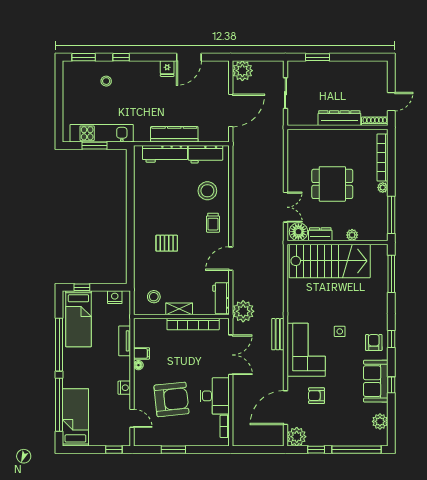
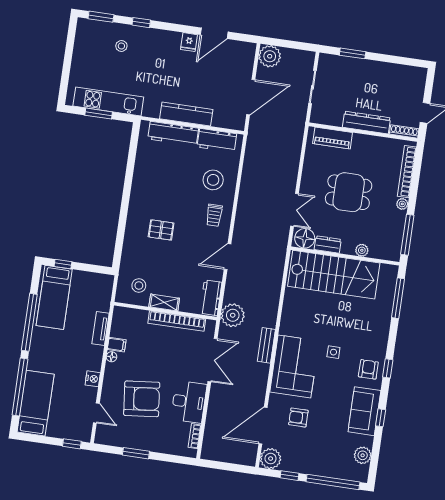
piano: (311, 137) -> (333, 138), added
nightstand: (115, 297) -> (97, 280), removed

